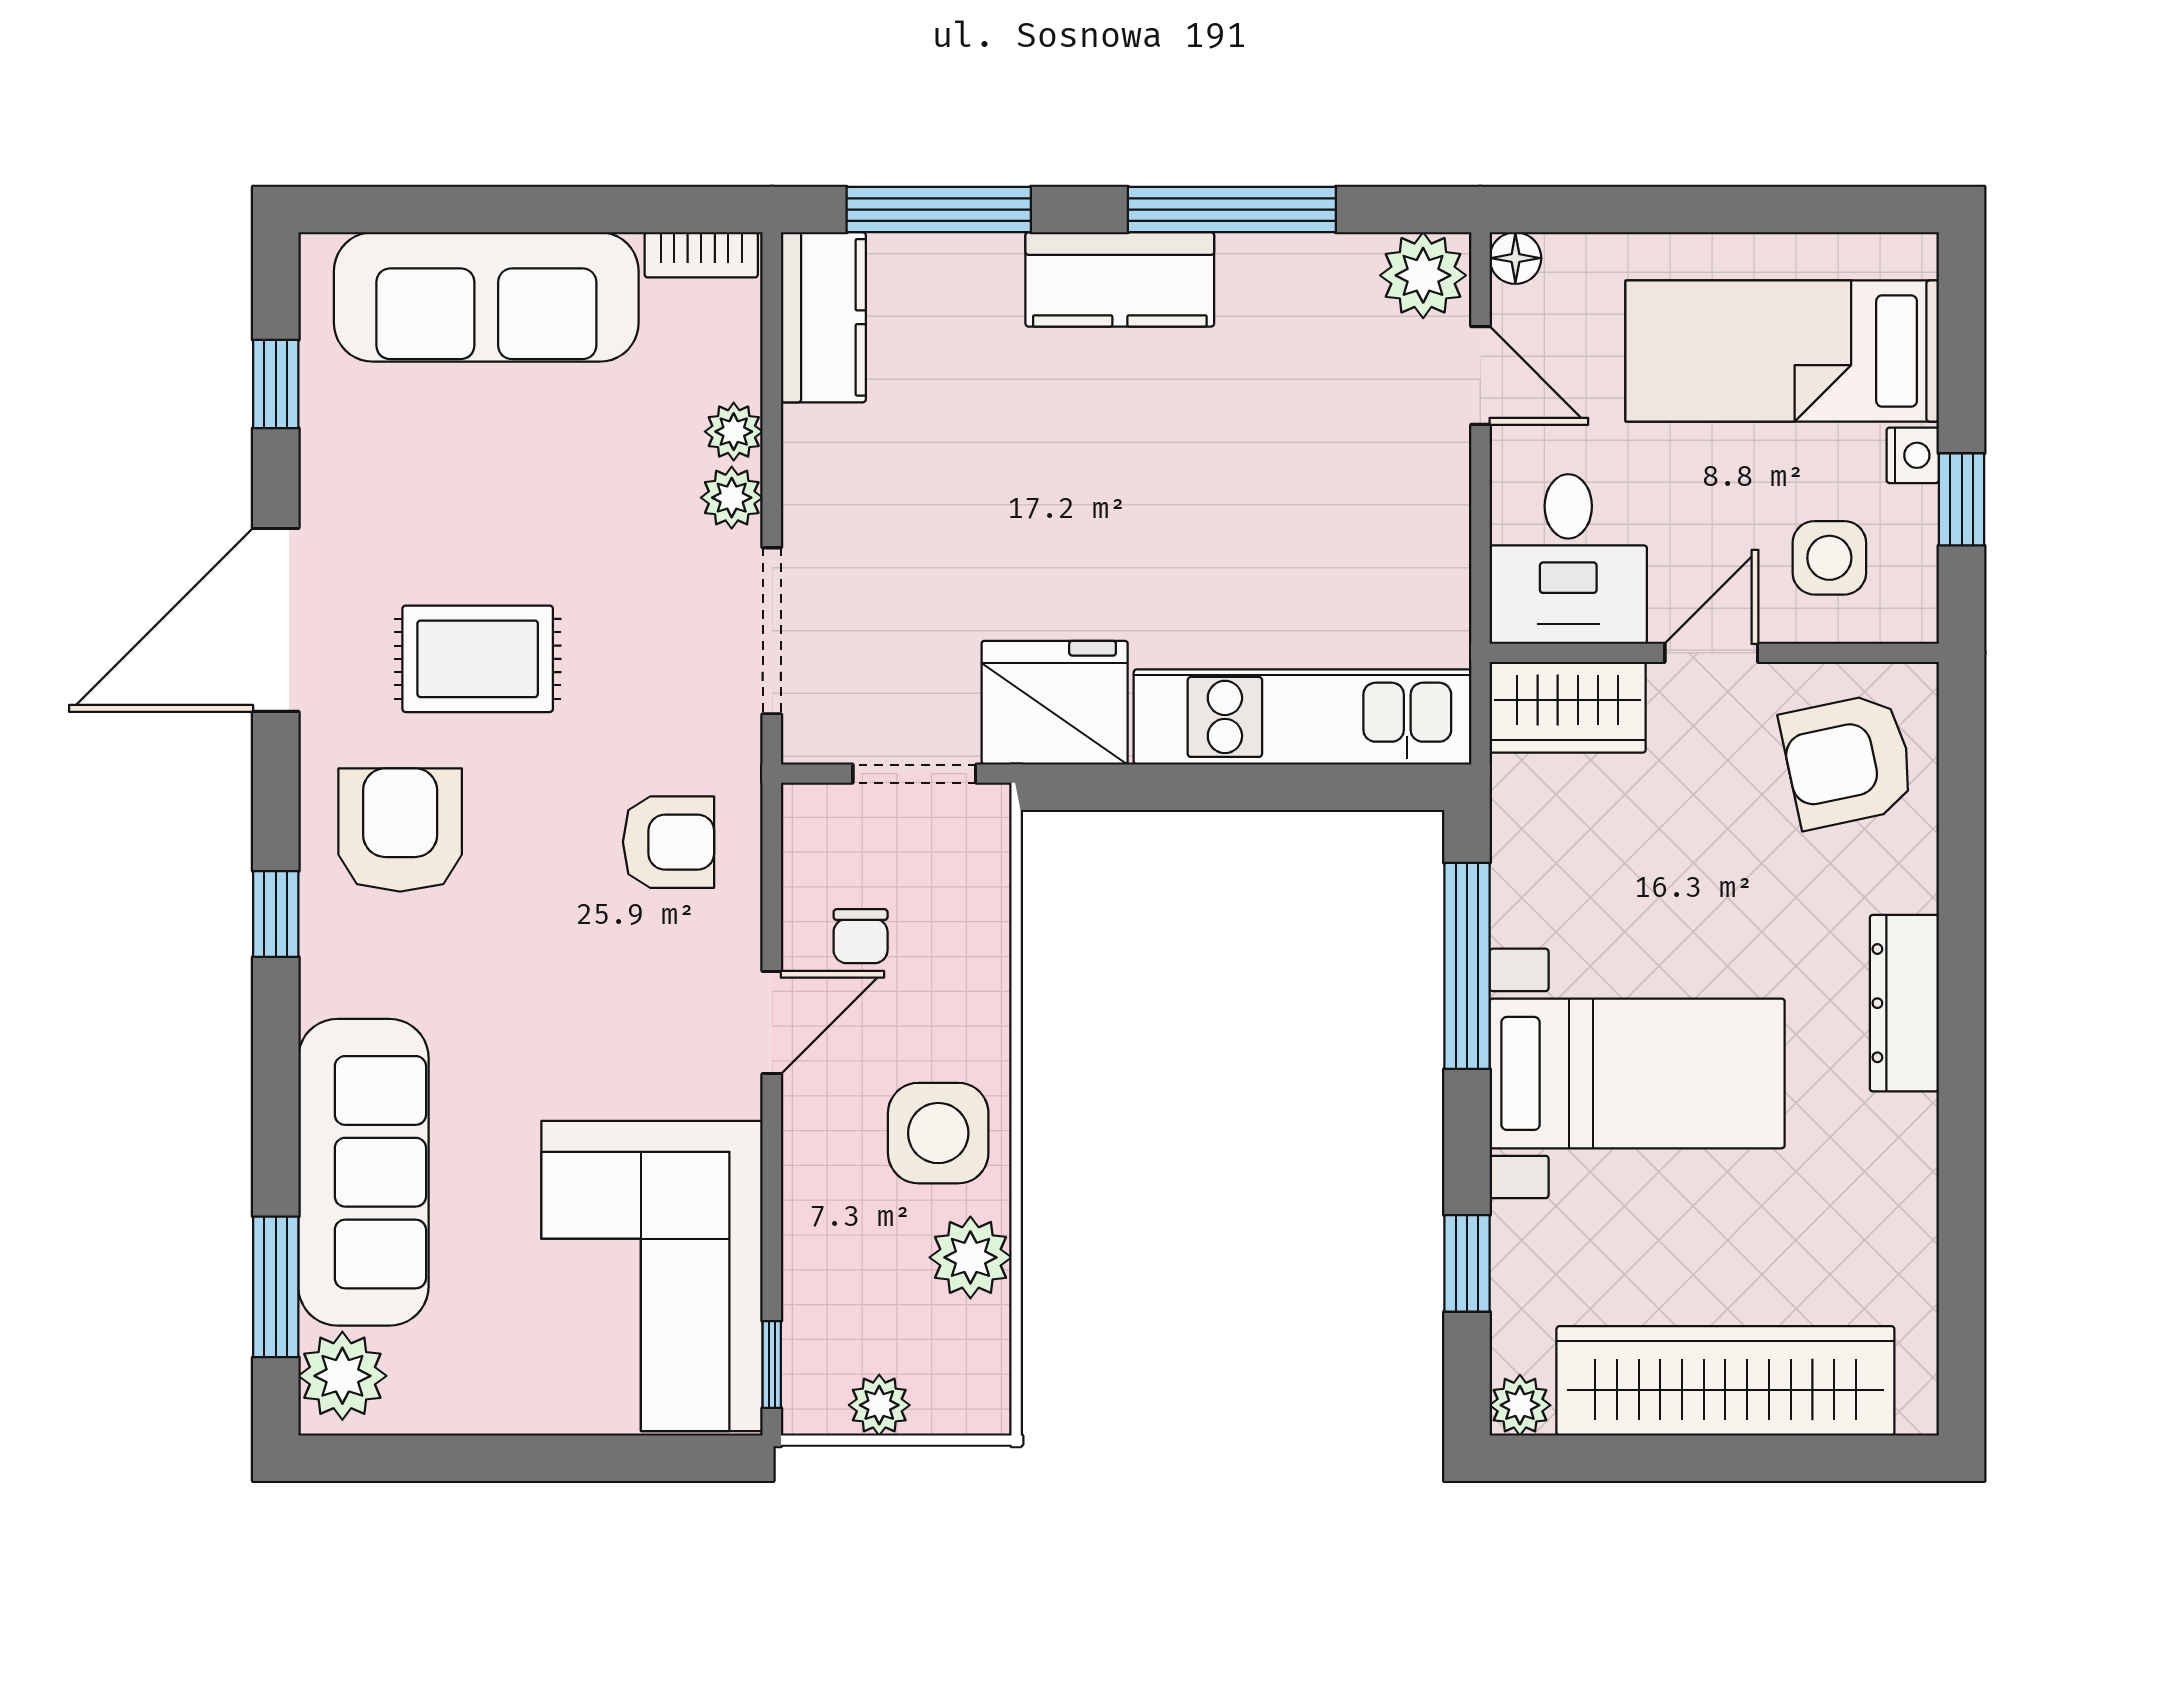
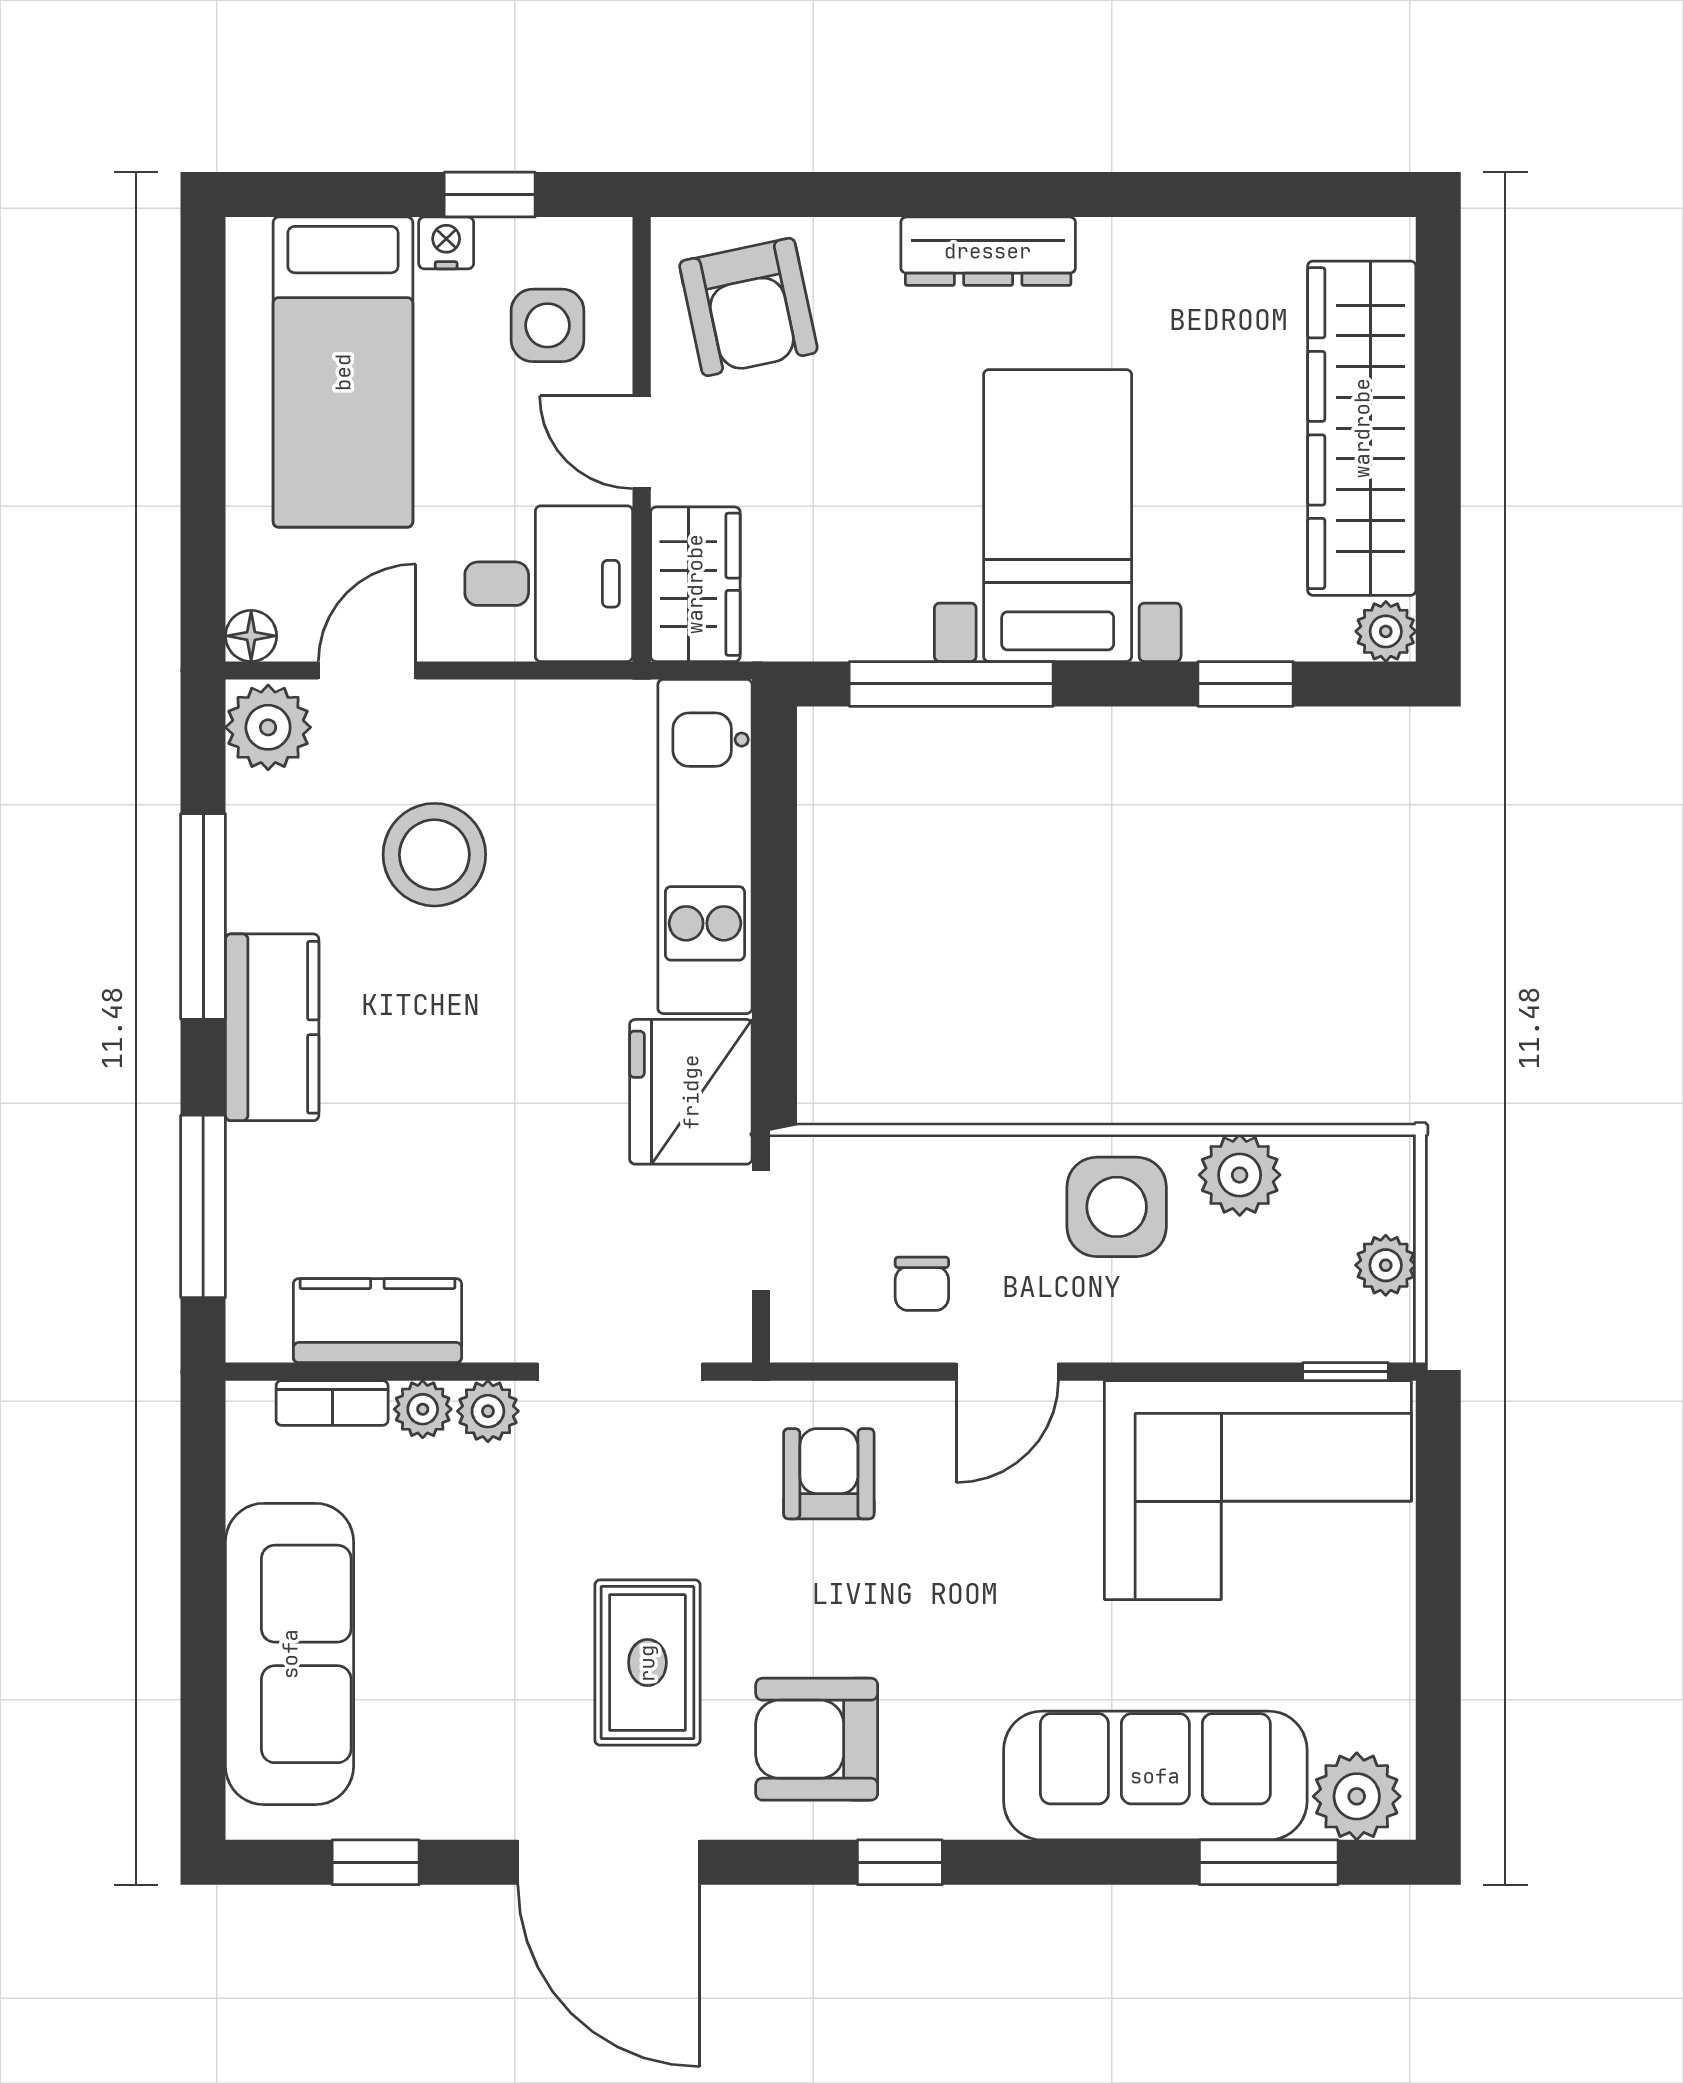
bookcase: (701, 255) -> (332, 1403), moved, turned 90
kitchen counter: (823, 317) -> (377, 1321), moved
stool: (1294, 443) -> (434, 855), added
chair: (861, 936) -> (922, 1284), turned 90
door: (772, 1023) -> (1007, 1372), swing flipped

